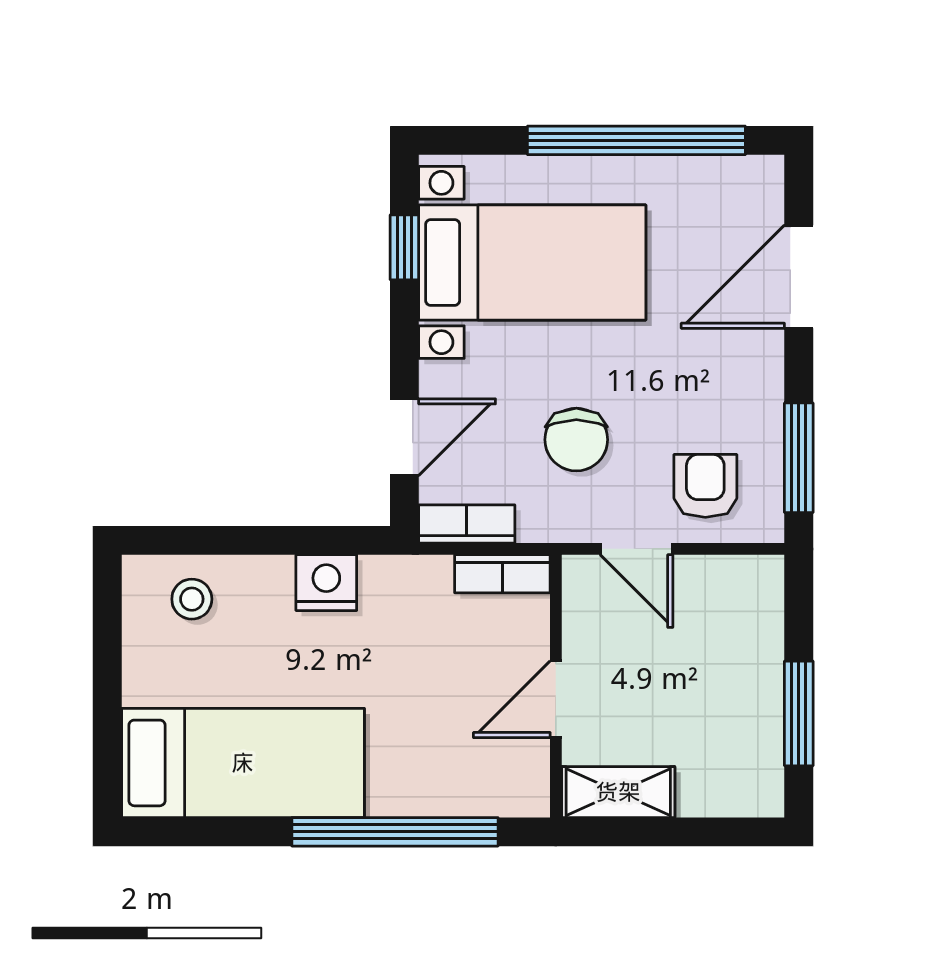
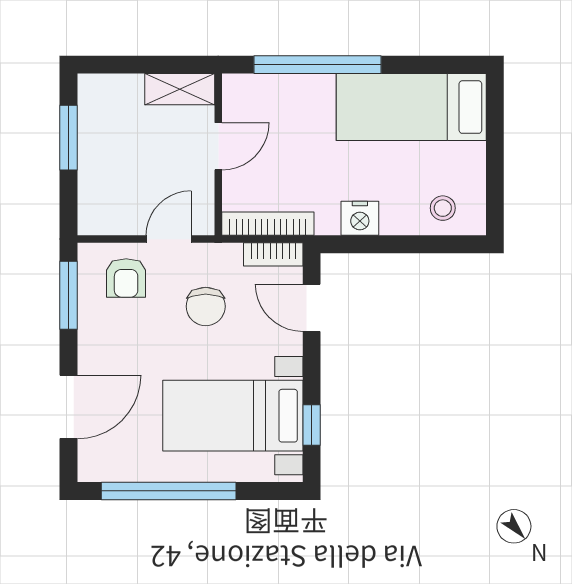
door: (404, 437) -> (312, 308), hinge flipped
chair: (576, 440) -> (206, 306), turned 180
door: (636, 549) -> (169, 239), hinge flipped
bookcase: (502, 574) -> (268, 224), width x1.56

